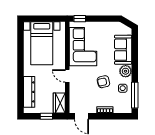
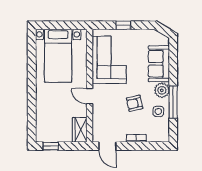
window: (80, 19) -> (123, 25), moved
dresser: (29, 92) -> (42, 116), removed
window: (135, 95) -> (173, 102), moved
window: (46, 116) -> (51, 146), moved

